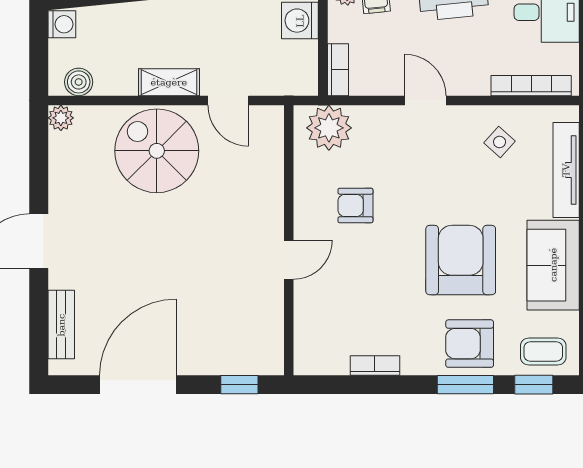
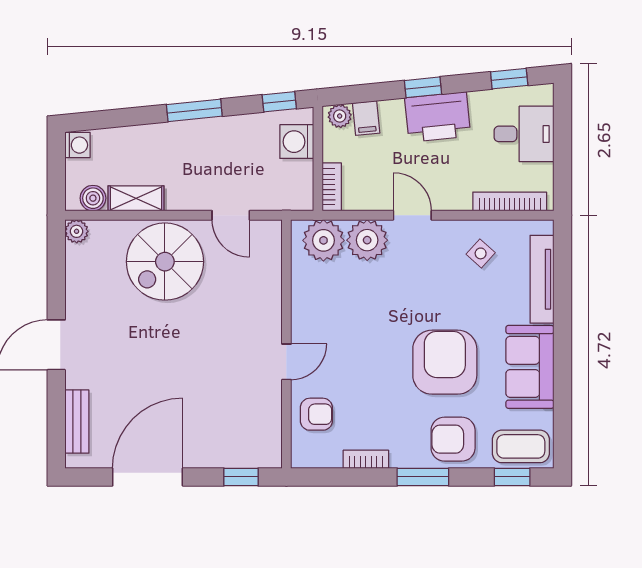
shelving: (169, 82) -> (136, 198), moved
plant: (376, 128) -> (367, 240), added
spiral stairs: (157, 151) -> (165, 262), turned -90
armchair: (355, 205) -> (316, 414), moved, turned 180
coffee table: (543, 352) -> (521, 446), width x1.36, depth x1.30
window: (465, 385) -> (423, 477), moved

